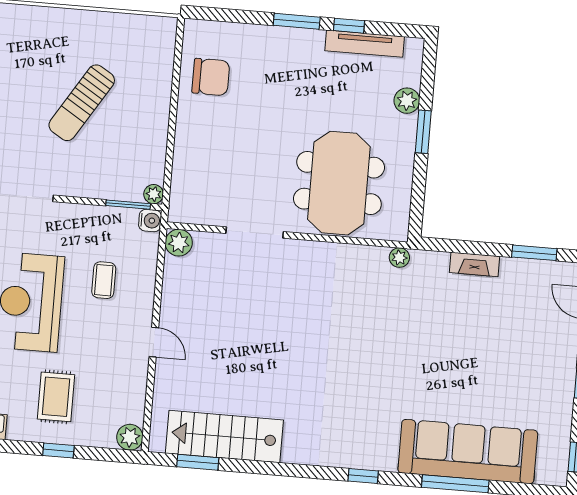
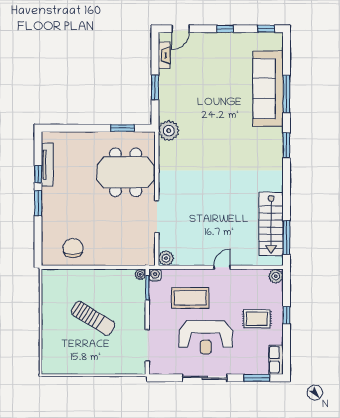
plant: (407, 101) -> (77, 139), removed
window: (423, 132) -> (122, 128), moved
window: (534, 253) -> (155, 87), moved
plant: (399, 258) -> (169, 131), width x1.88, depth x1.88
fireplace: (475, 264) -> (164, 55), moved
coffee table: (104, 280) -> (190, 298), width x1.86, depth x1.72
window: (198, 462) -> (286, 237), width x1.44
window: (363, 476) -> (286, 145), width x1.50

